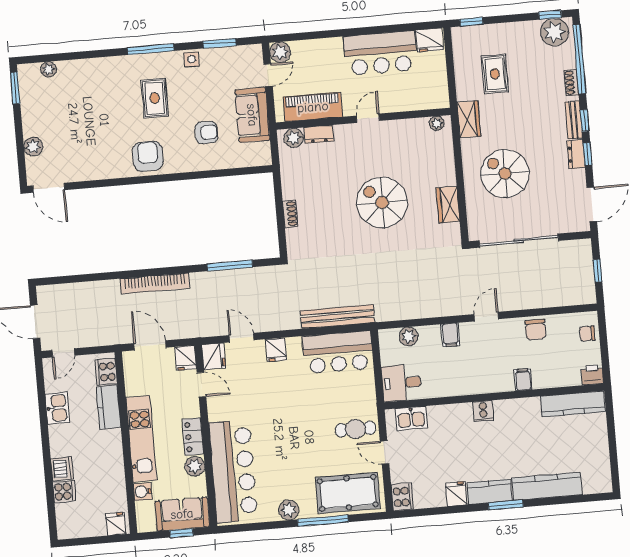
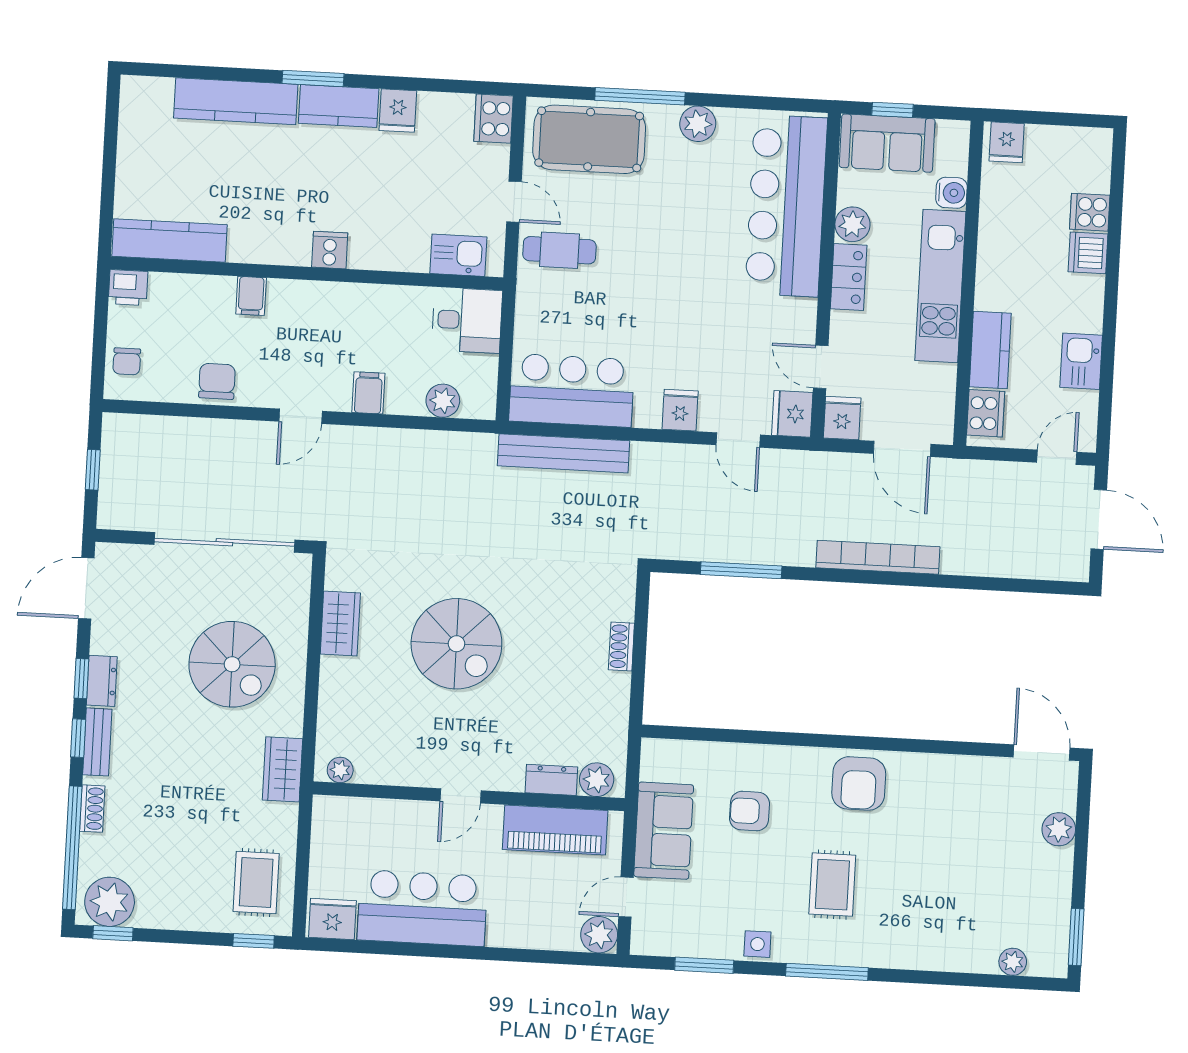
rug: (495, 74) -> (256, 883), moved
chair: (587, 334) -> (127, 361), turned 90

